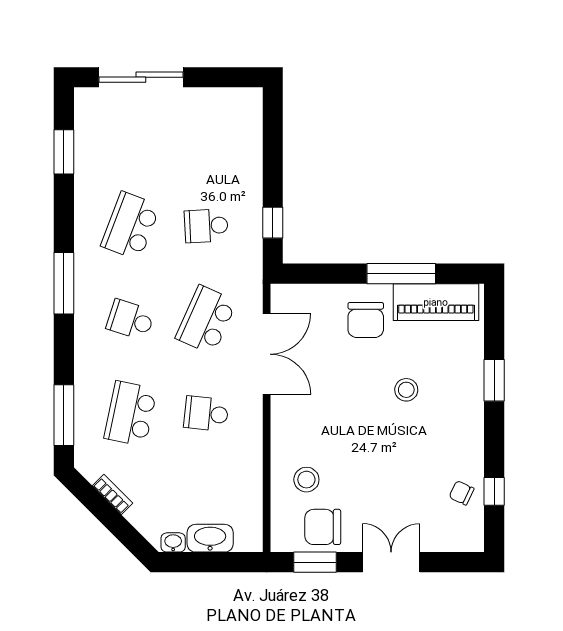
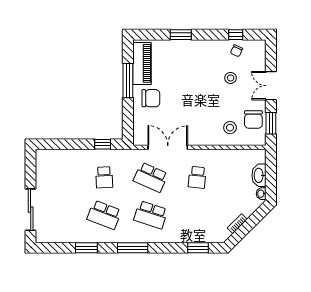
window: (64, 152) -> (86, 248), moved
school desk: (130, 320) -> (151, 215), width x1.85
stool: (406, 390) -> (231, 78), moved
school desk: (130, 414) -> (197, 215), removed
window: (64, 415) -> (198, 248), width x0.69

